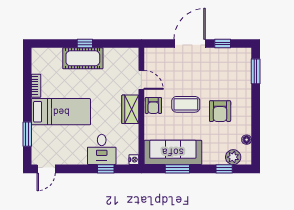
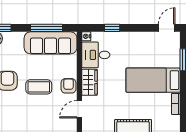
door: (141, 80) -> (79, 109), hinge flipped
desk: (102, 149) -> (96, 55), moved, turned -90
window: (177, 169) -> (46, 28), width x1.44

